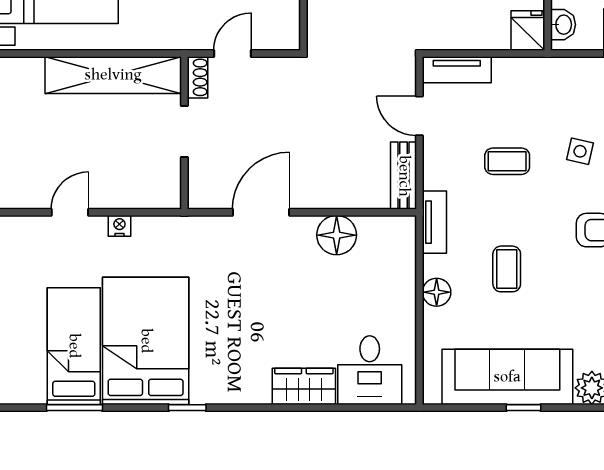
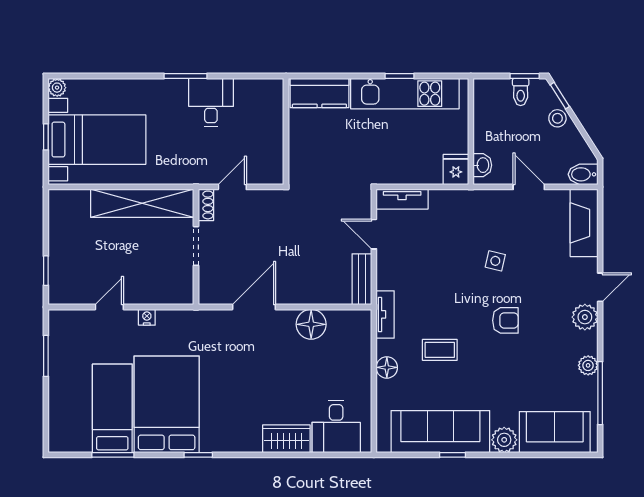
coffee table: (507, 161) -> (440, 268), removed
coffee table: (507, 269) -> (440, 350), turned 90

